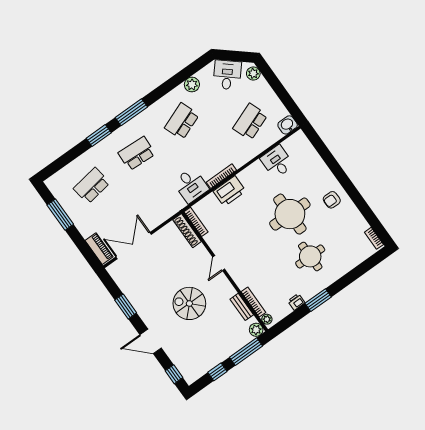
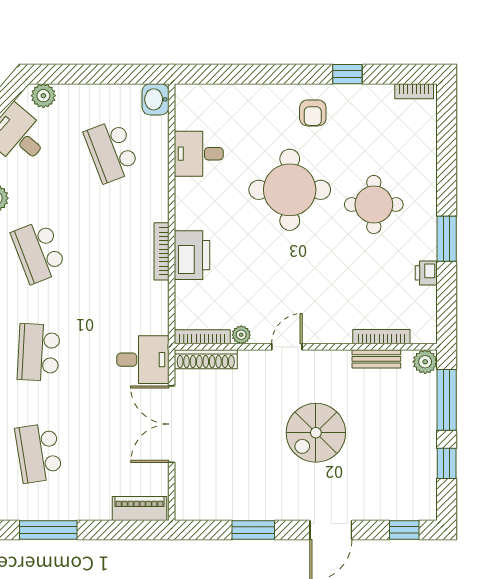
desk: (191, 185) -> (143, 360), moved
window: (360, 203) -> (347, 74), added
double door: (134, 246) -> (172, 424), moved
door: (219, 263) -> (287, 347), swing flipped
plant: (267, 319) -> (241, 335), moved

